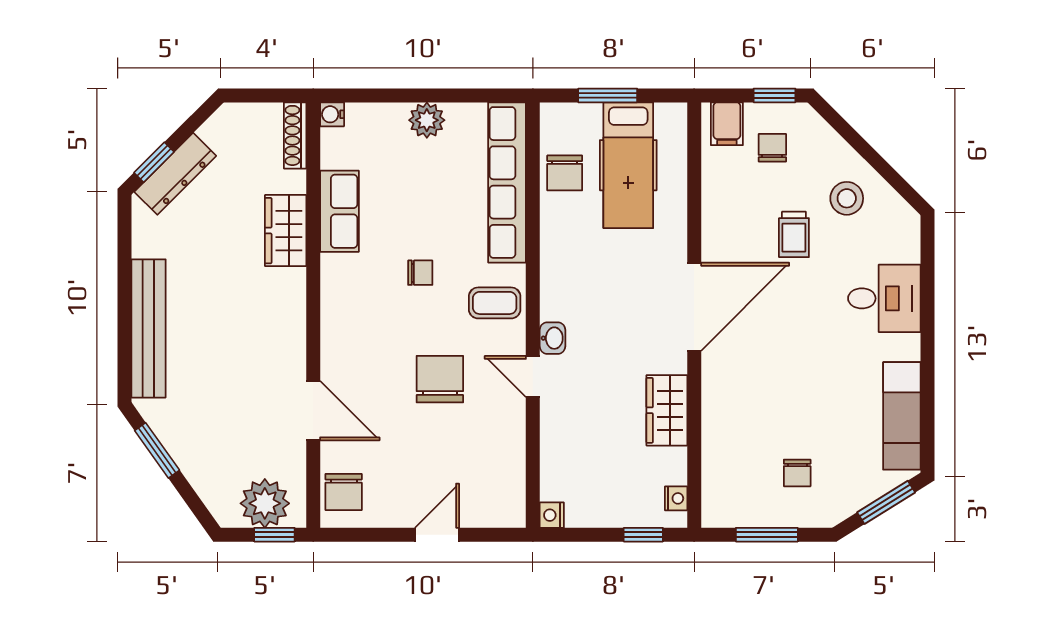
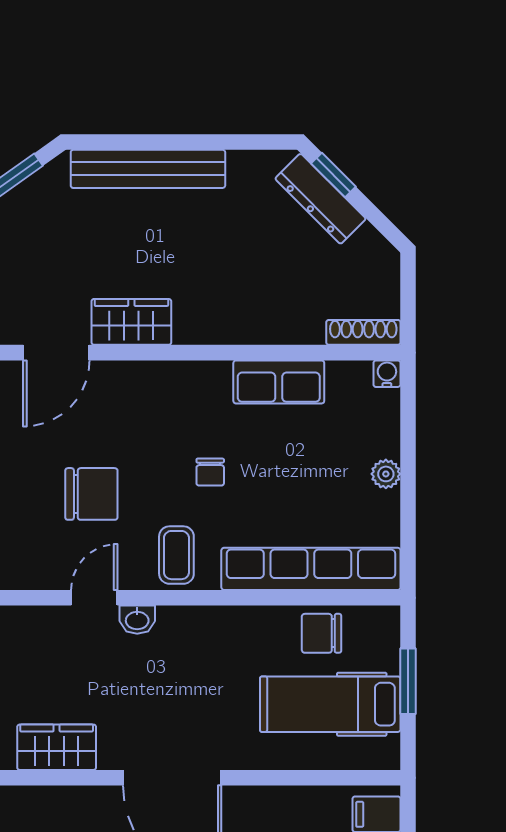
plant: (427, 120) -> (386, 474), width x0.73, depth x0.73
wardrobe: (286, 231) -> (131, 322), moved

